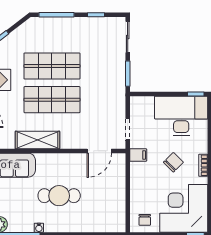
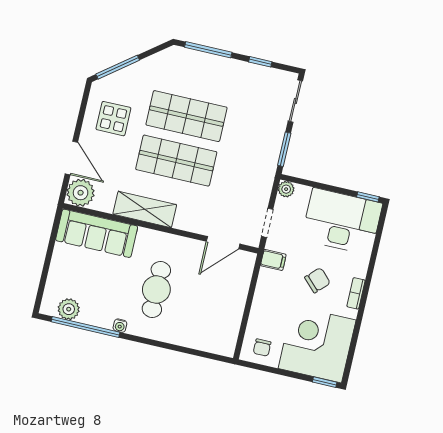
plant: (136, 102) -> (286, 189), added
cafe table: (59, 196) -> (156, 290), turned 90

